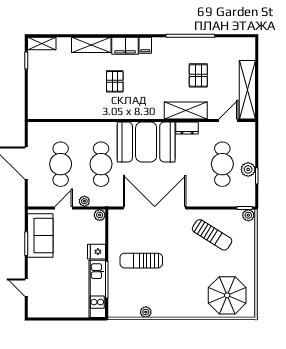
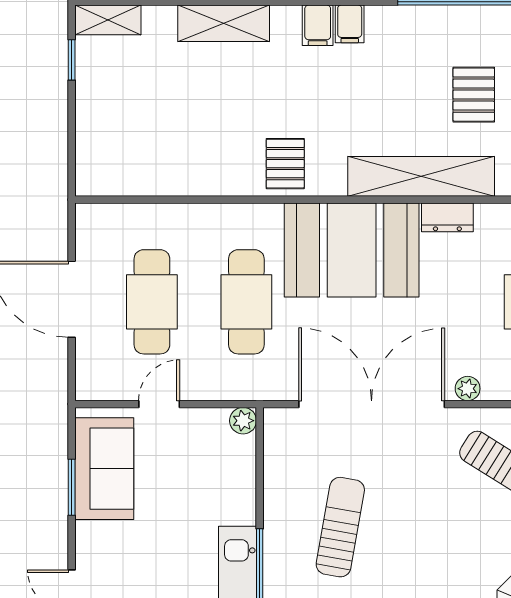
filing cabinet: (125, 46) -> (318, 25), width x0.50
pallet: (115, 81) -> (285, 164), moved
shelving: (186, 110) -> (421, 176), width x1.47
plant: (84, 201) -> (468, 389), moved
fridge: (96, 252) -> (236, 506), removed
sun lounger: (141, 261) -> (340, 527), turned 100

